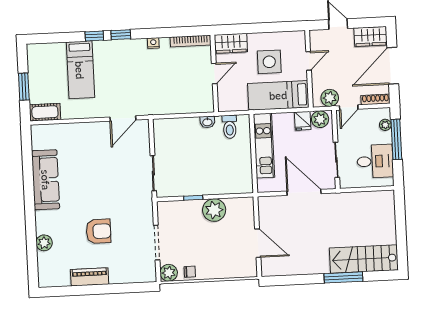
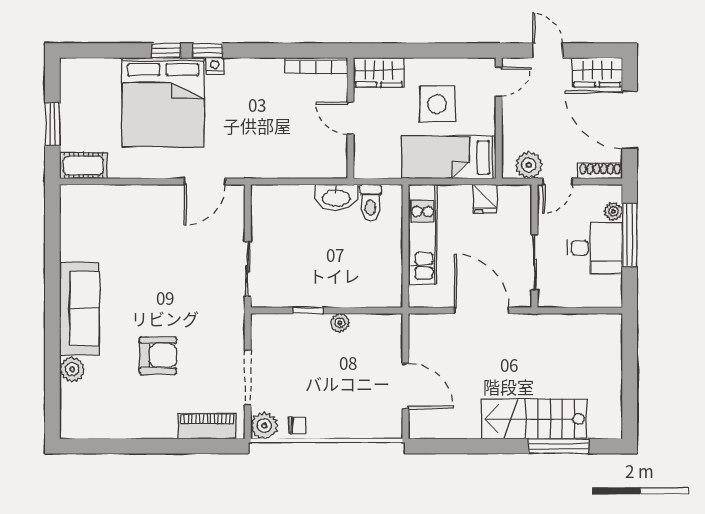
nightstand: (153, 43) -> (215, 66), moved
door: (309, 61) -> (499, 82), moved
door: (393, 66) -> (630, 120), hinge flipped
bed: (80, 70) -> (163, 102), width x2.04
door: (214, 73) -> (351, 118), swing flipped
plant: (320, 119) -> (512, 198), removed
washbasin: (207, 122) -> (336, 197), width x1.91, depth x1.45
desk: (375, 161) -> (595, 248), moved
sofa: (46, 180) -> (79, 308), moved
plant: (214, 210) -> (340, 323), width x0.53, depth x0.53
stairs: (364, 259) -> (534, 419), moved
piano: (90, 277) -> (207, 426), moved
window: (343, 277) -> (558, 446), moved

